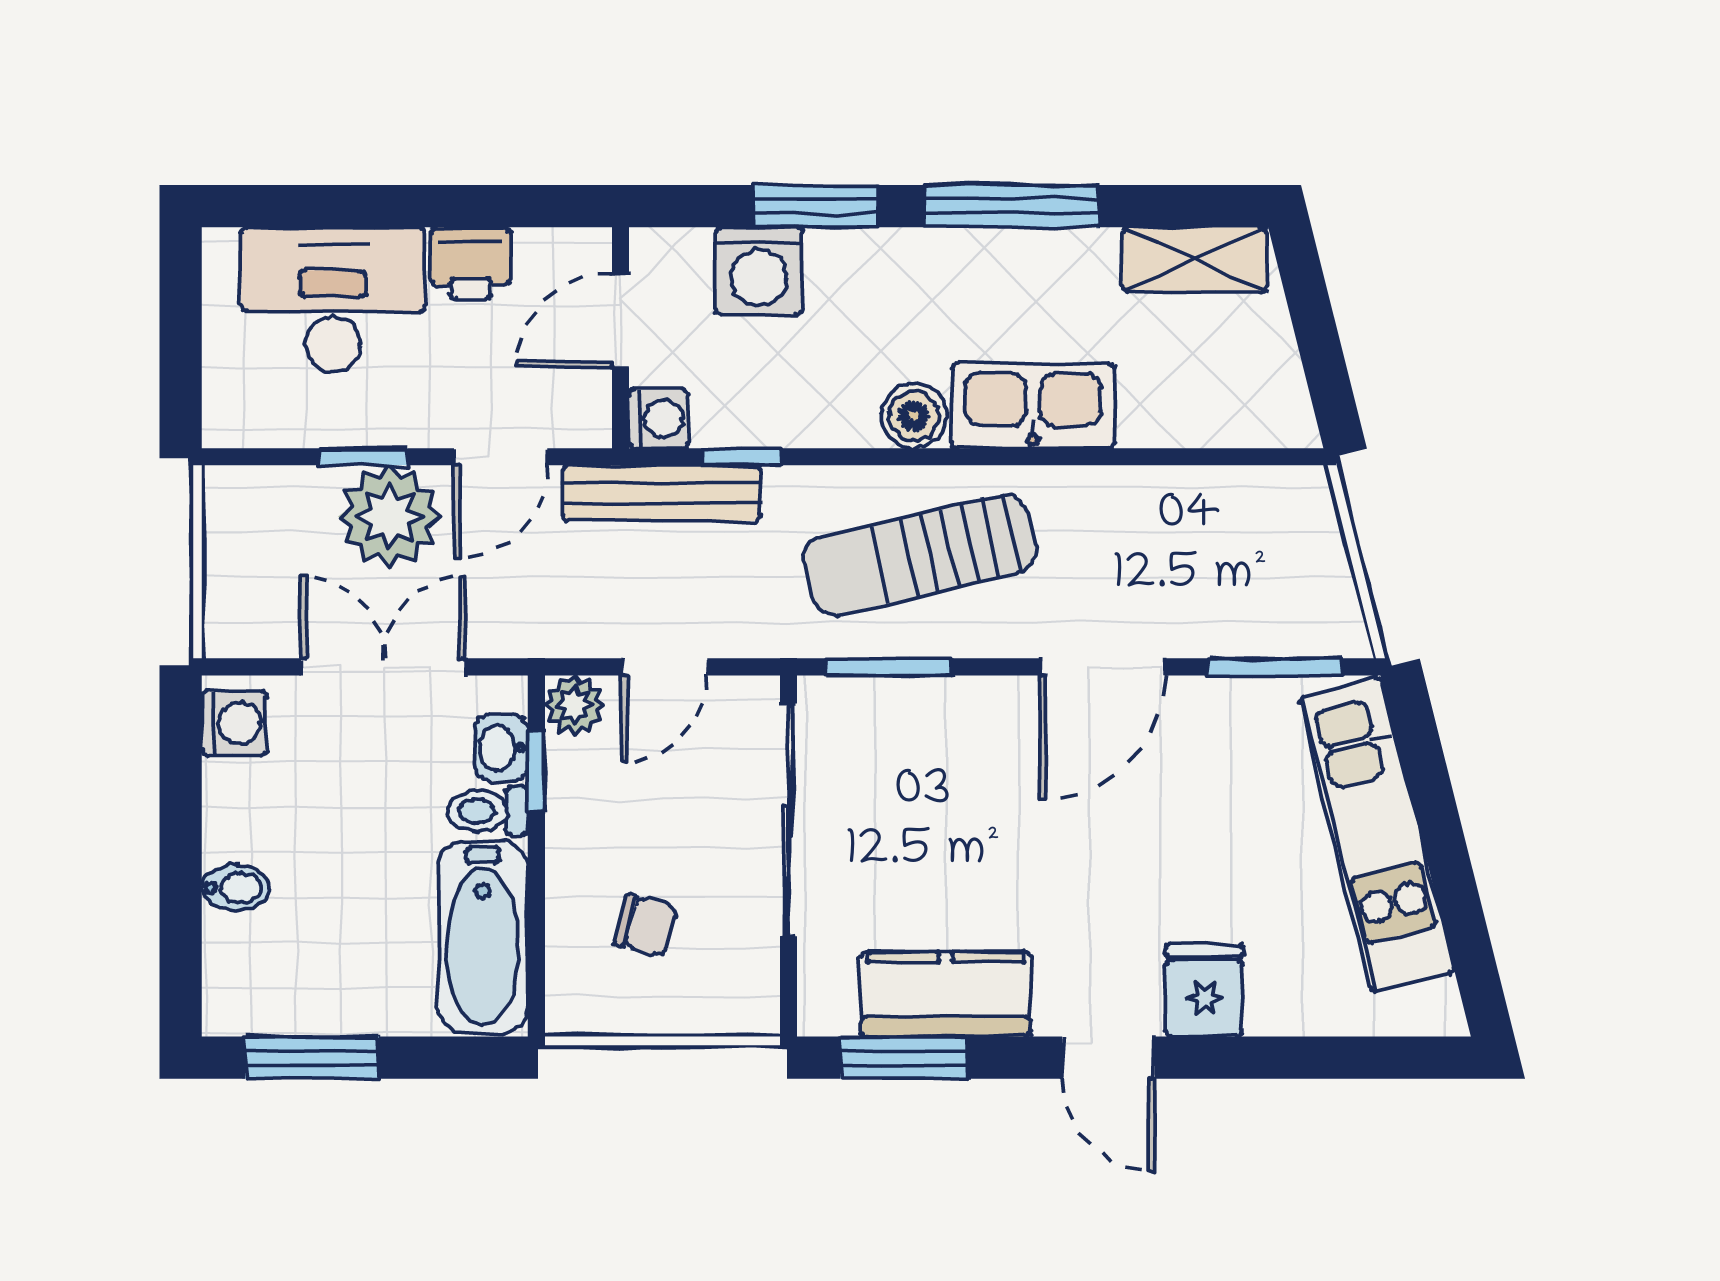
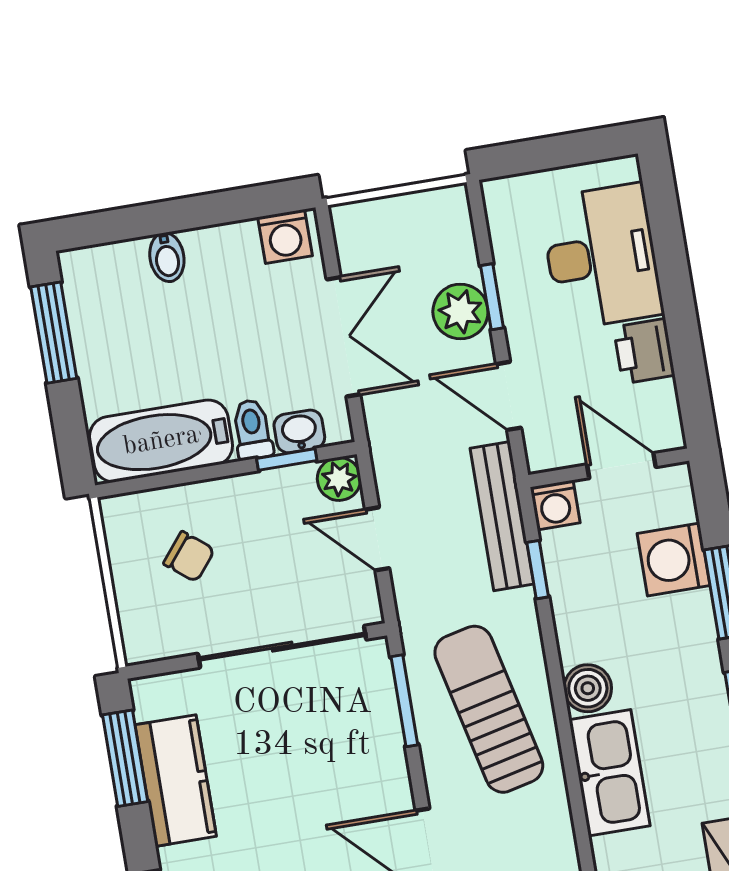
plant: (389, 517) -> (460, 312), width x0.73, depth x0.73
chair: (646, 926) -> (189, 557), turned -67

